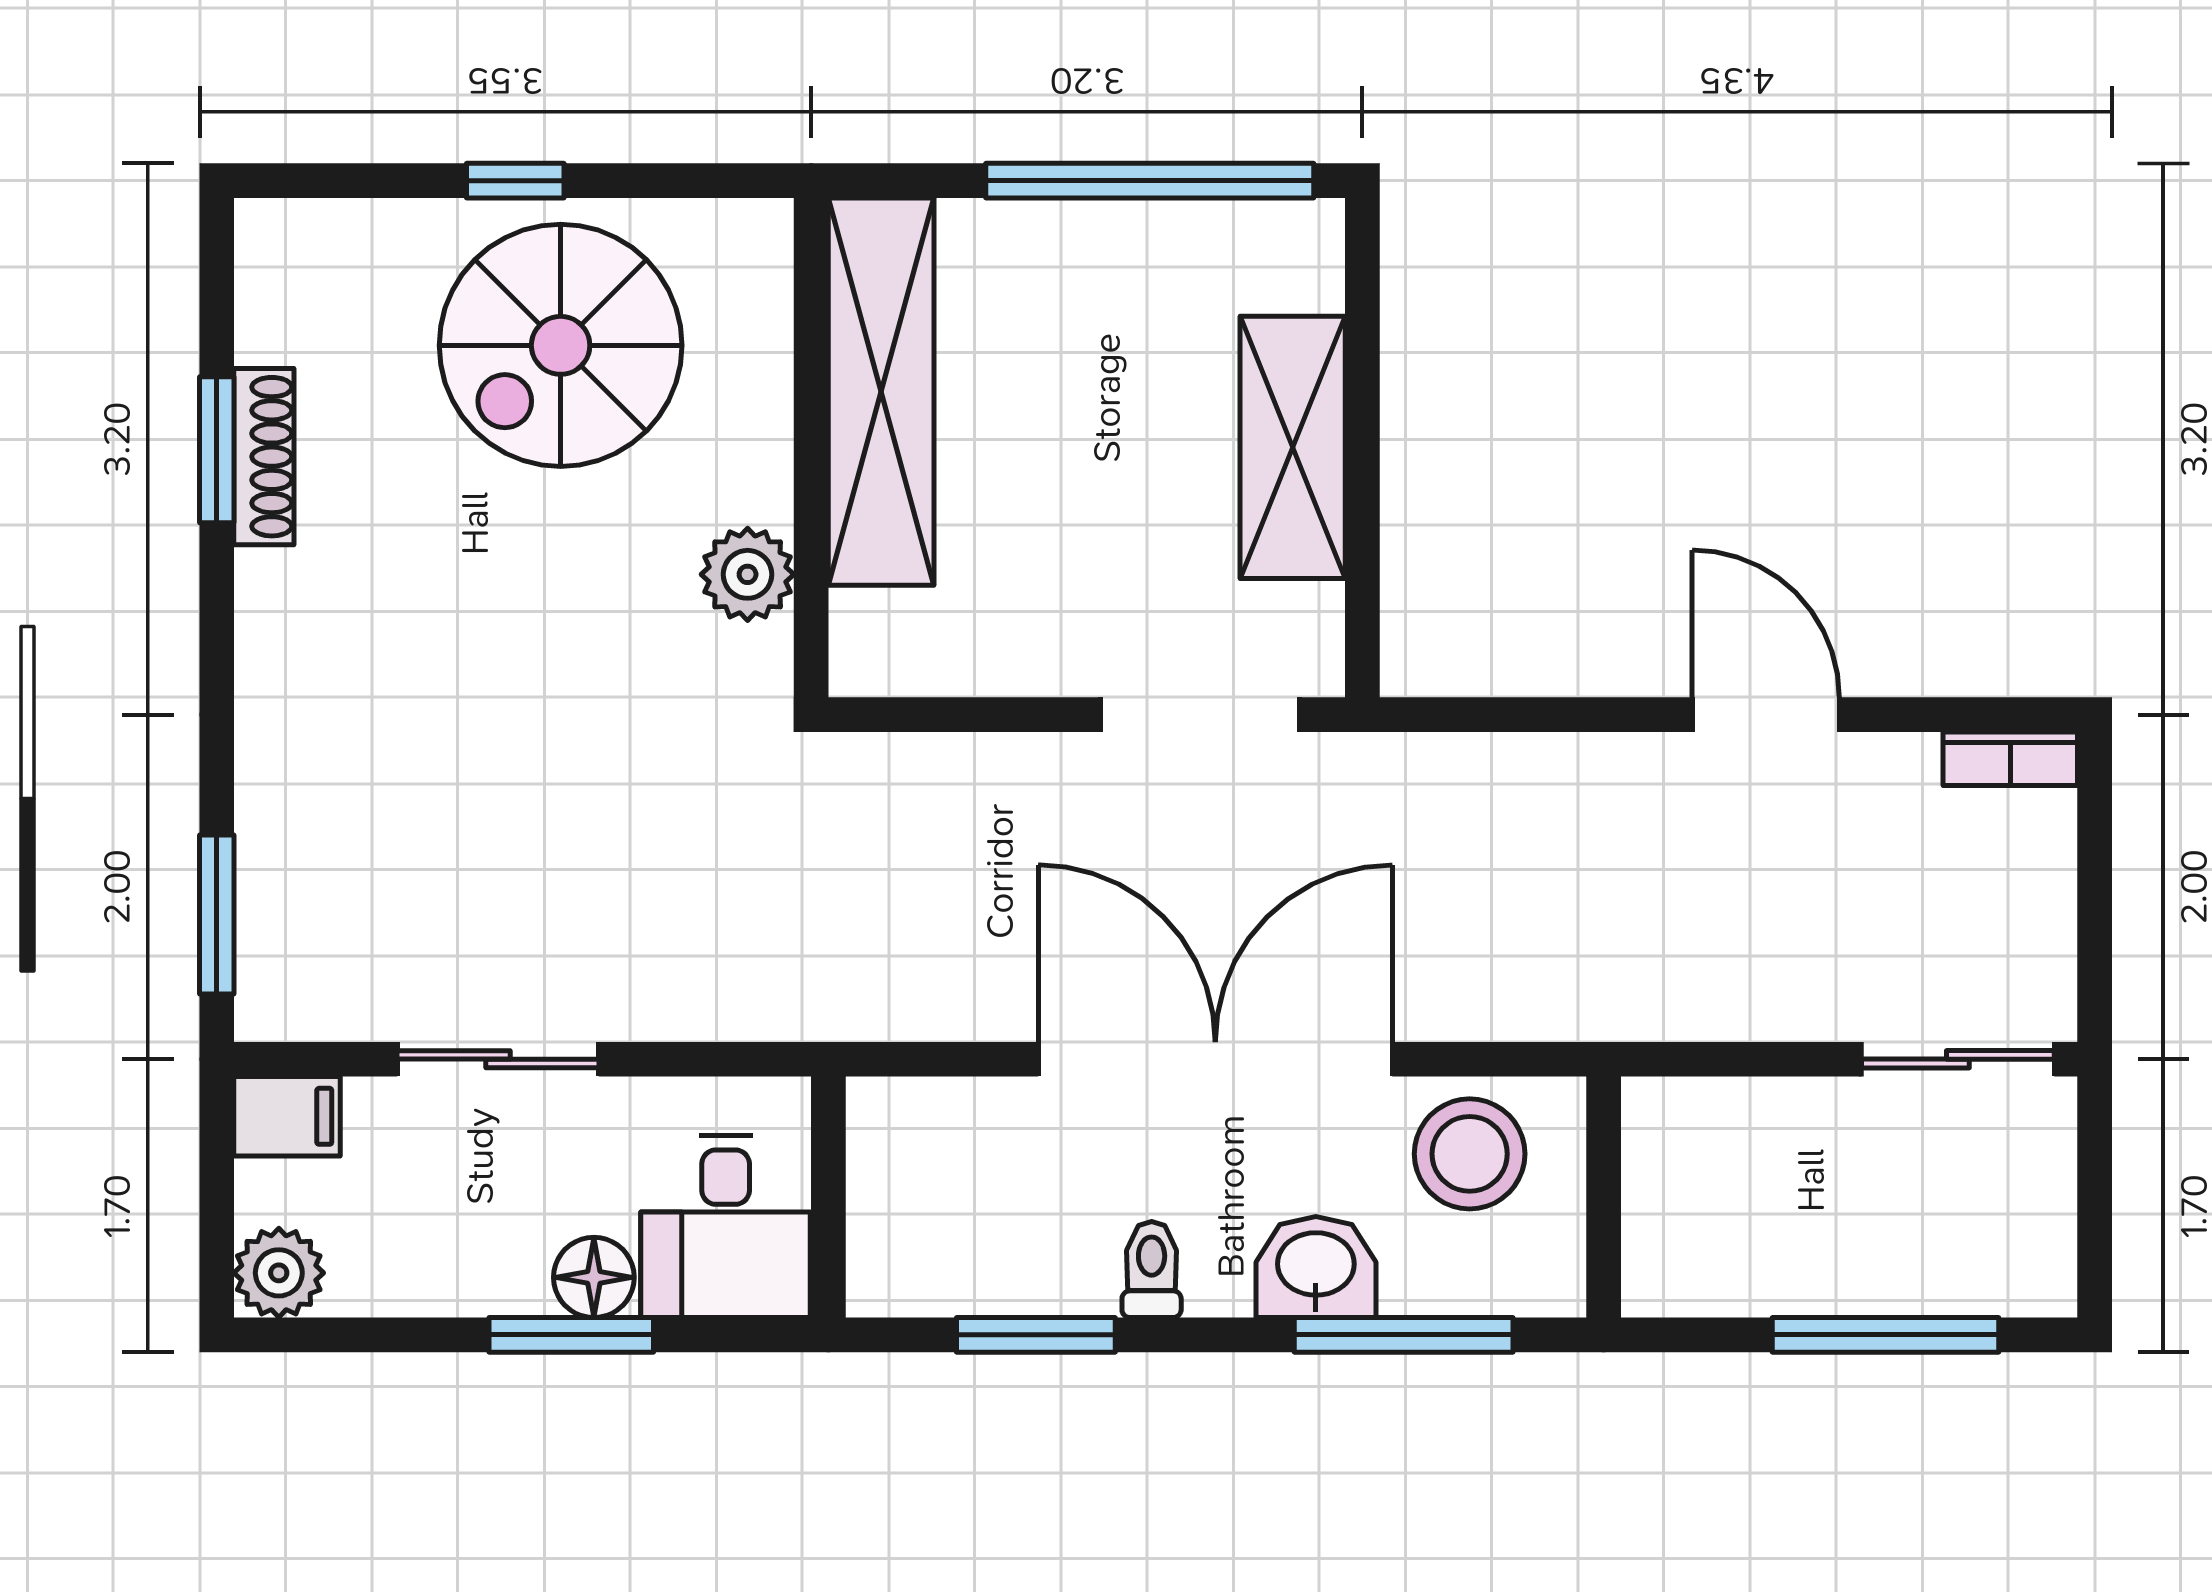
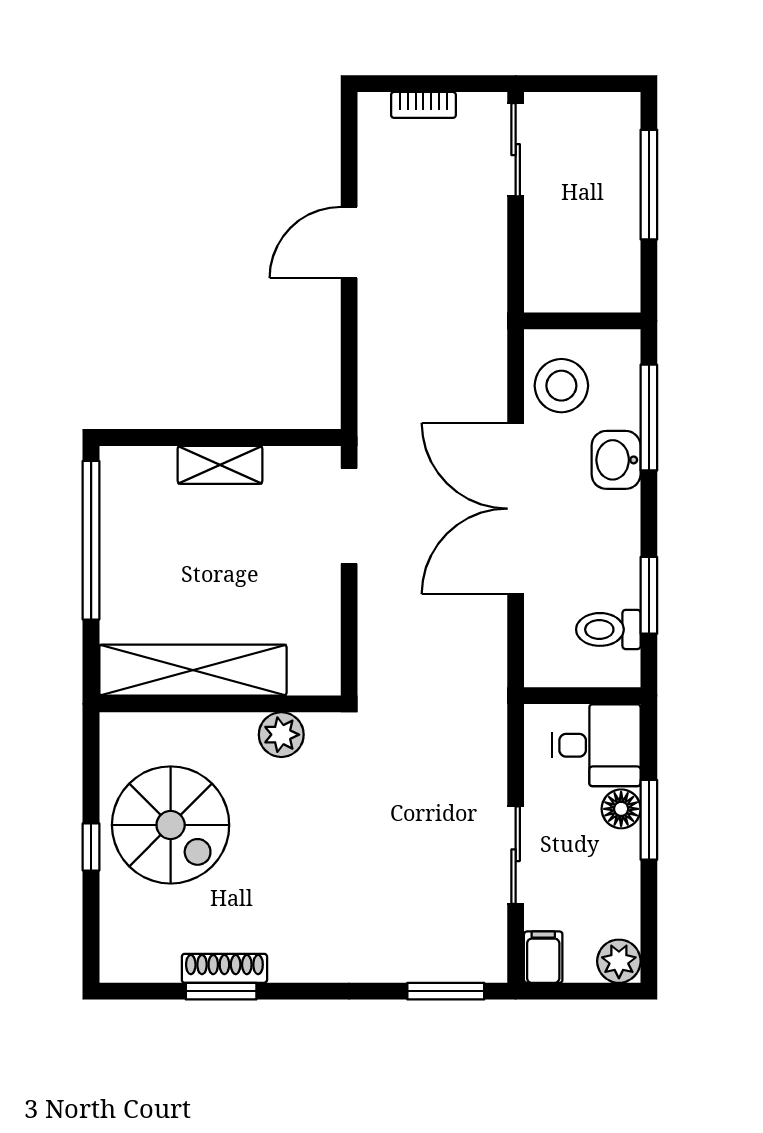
shelving: (1293, 447) -> (220, 465), width x0.67, depth x0.75
bookcase: (2010, 759) -> (423, 105), moved, turned 90
toilet: (1152, 1270) -> (608, 629), moved, width x1.37, depth x1.39

